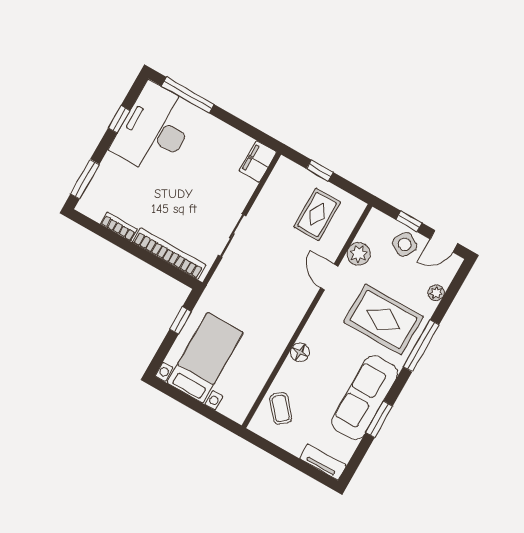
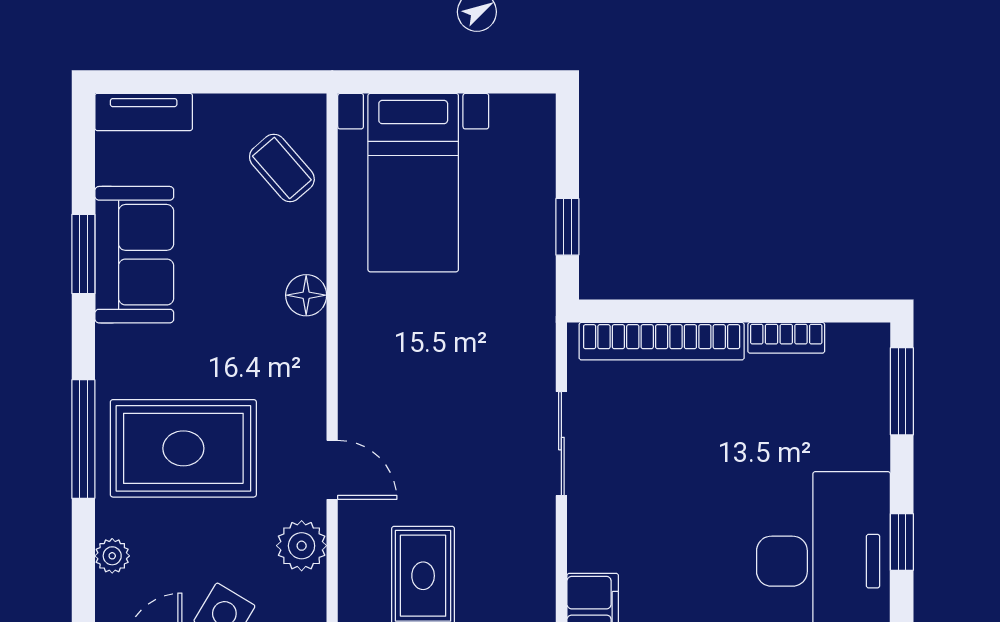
bed with nightstands: (205, 358) -> (413, 183), moved
sofa: (365, 398) -> (134, 255), width x0.73

